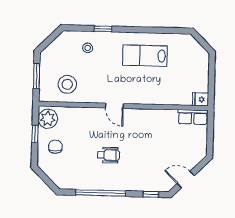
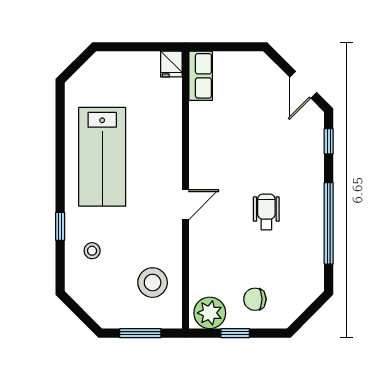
lab bench: (145, 56) -> (102, 157), width x1.36, depth x1.39

